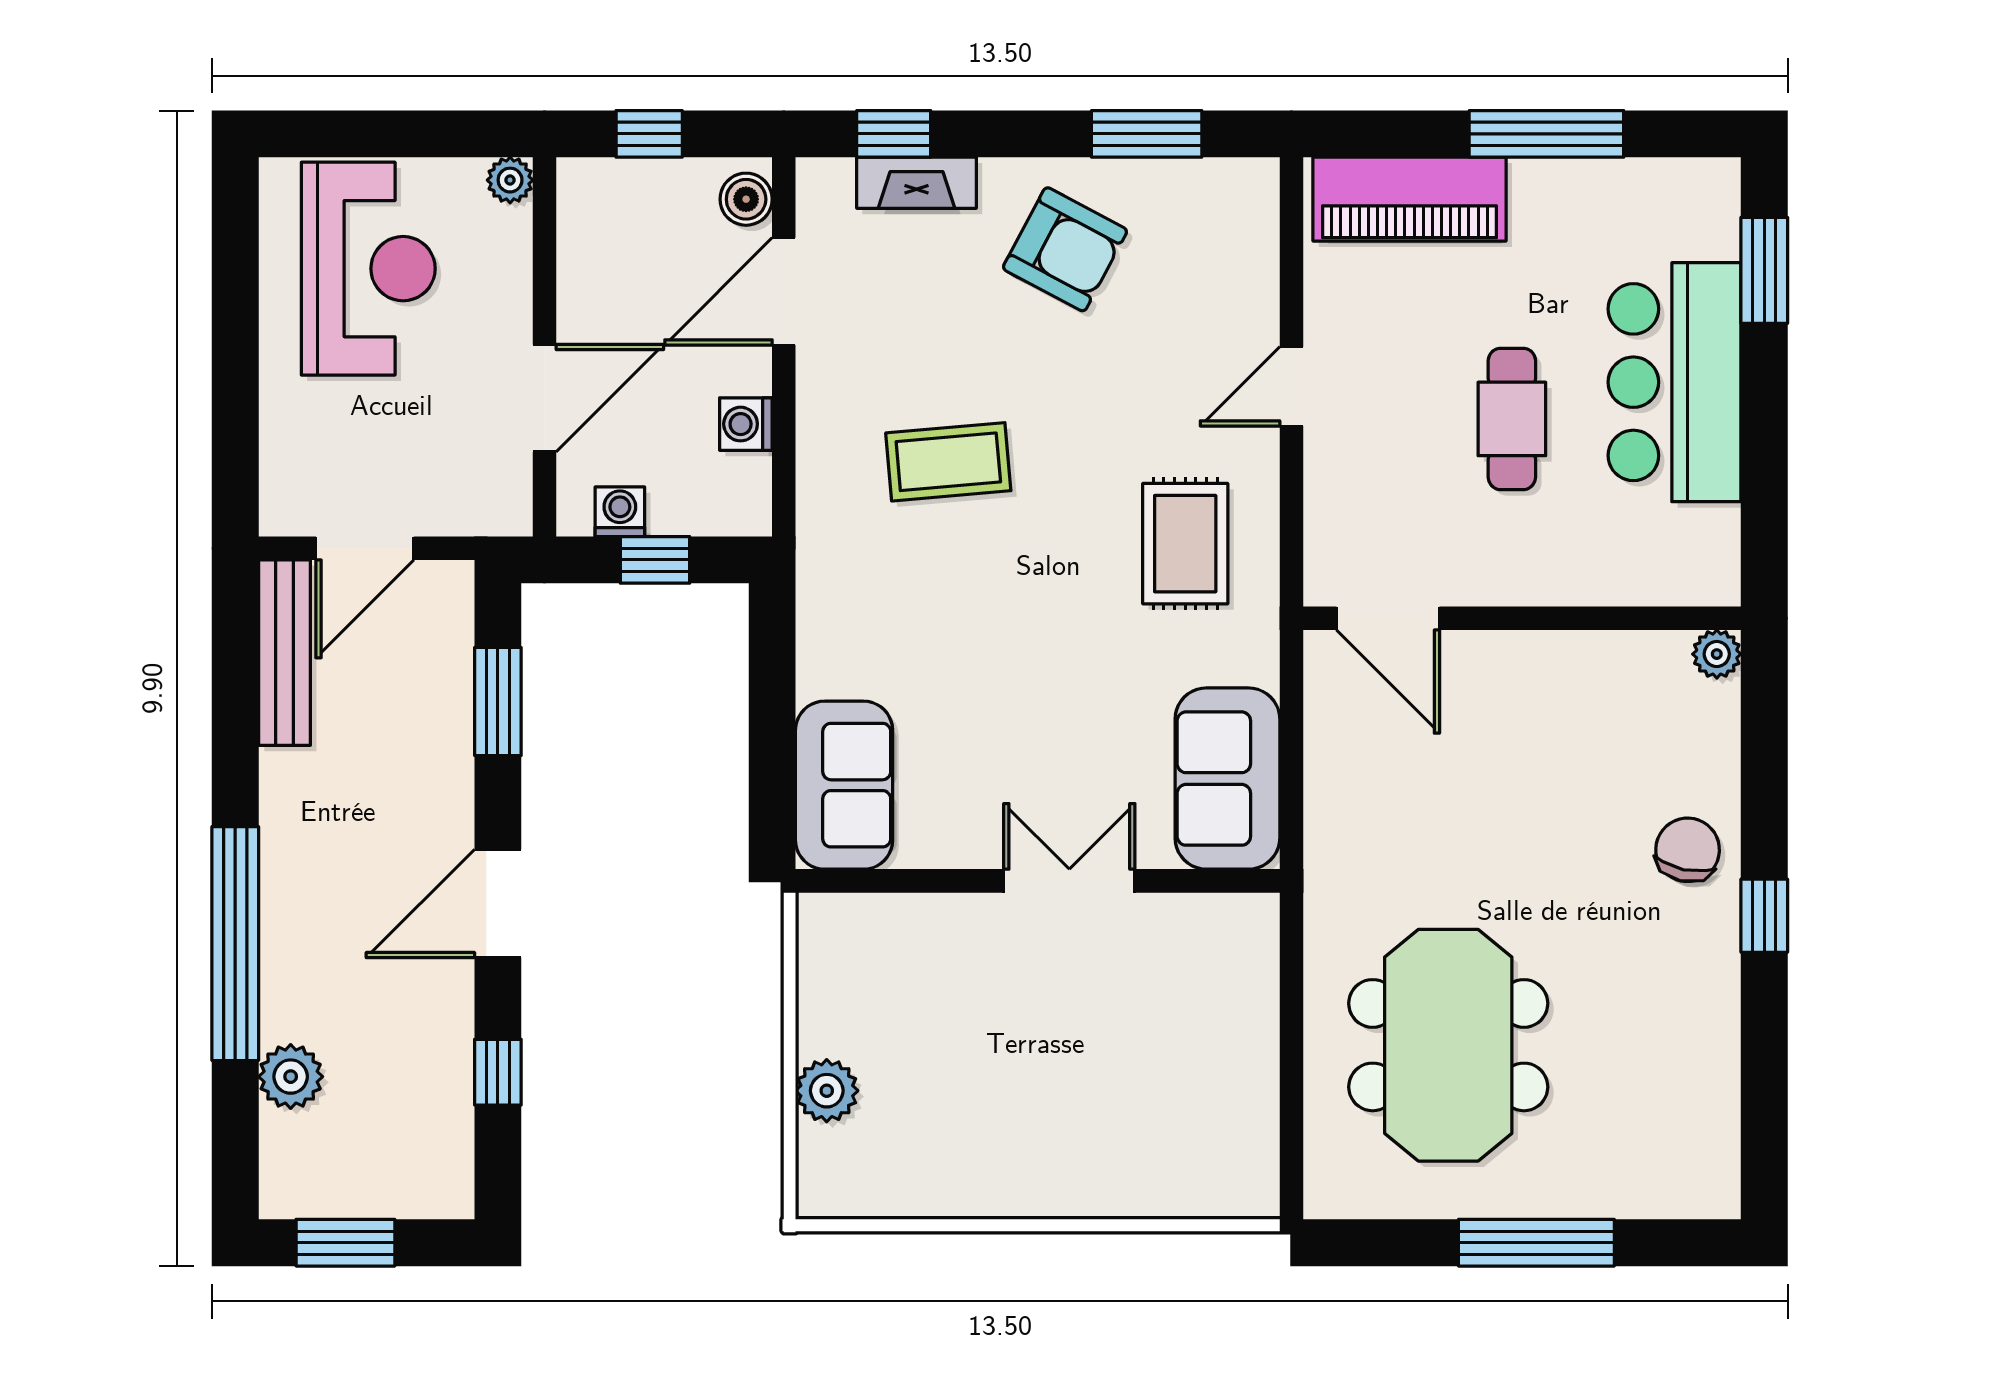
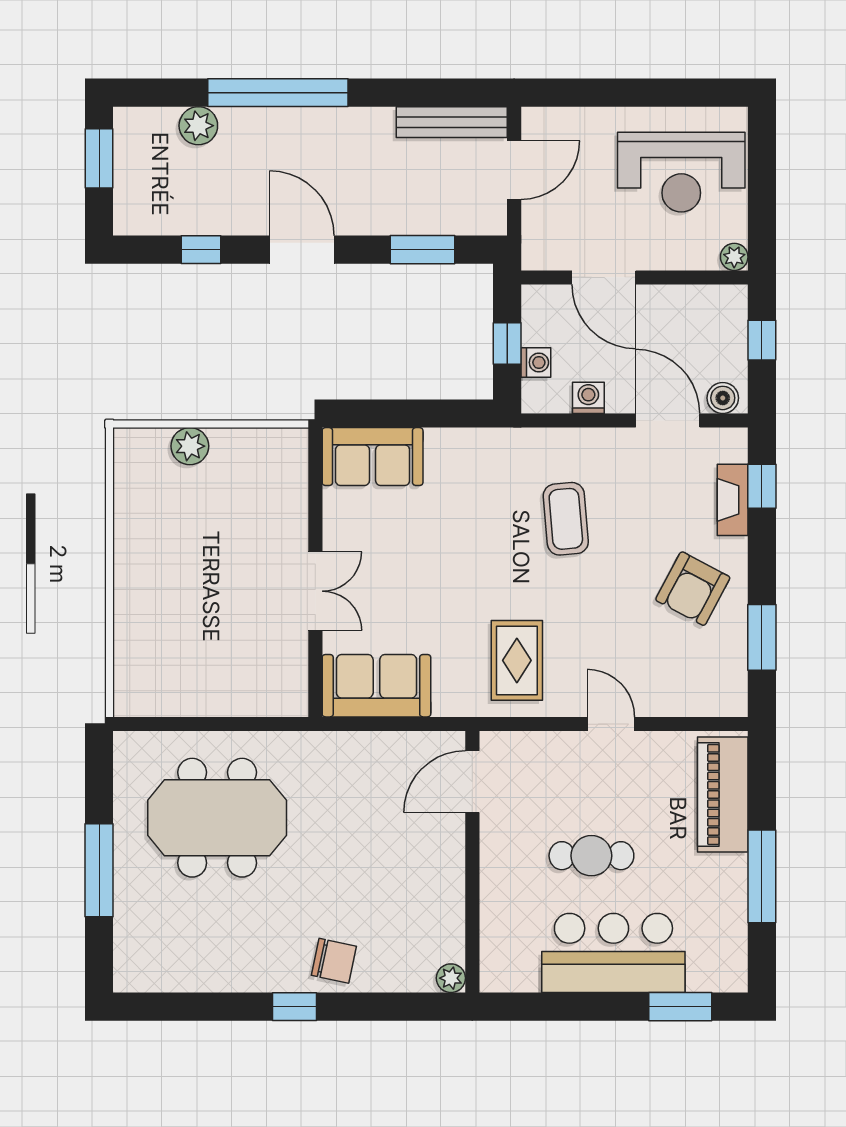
washing machine: (620, 512) -> (536, 362), moved
rug: (1185, 544) -> (517, 660), turned 90
door: (365, 548) -> (514, 170), swing flipped

